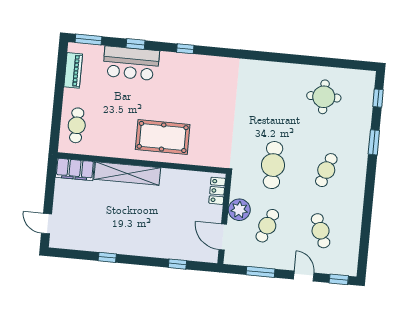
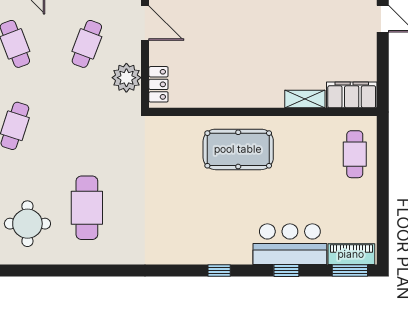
piano: (73, 70) -> (351, 254), moved, turned 90
cafe table: (273, 165) -> (87, 208), moved
shelving: (127, 174) -> (305, 99), width x0.45, depth x0.75
plant: (239, 210) -> (126, 78), moved

